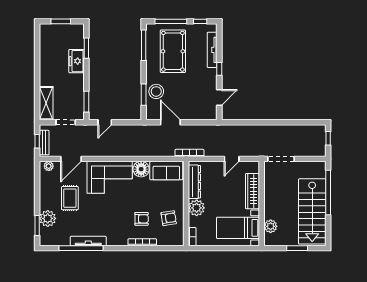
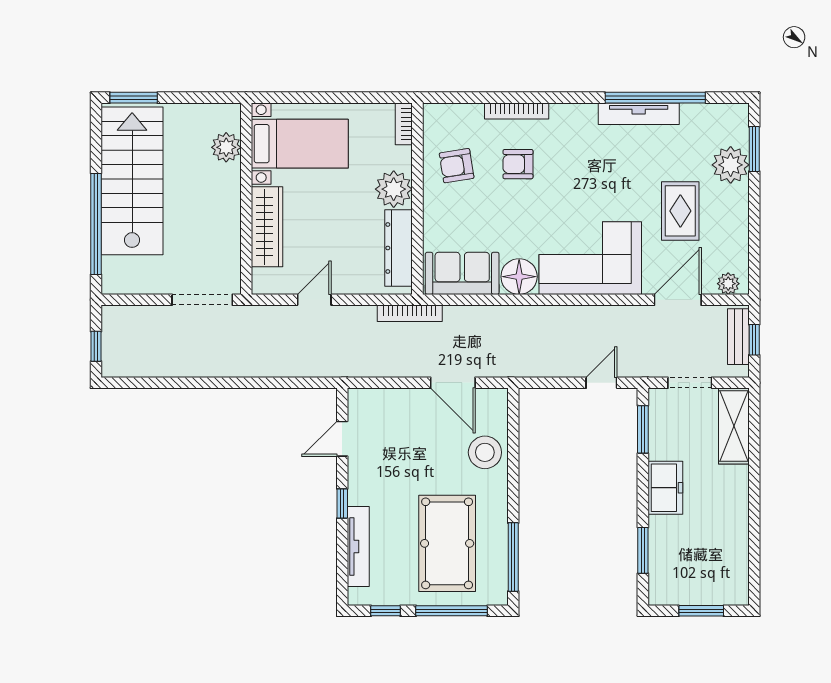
freezer: (77, 61) -> (665, 488), moved
window: (144, 95) -> (513, 445), removed
window: (297, 248) -> (134, 98), moved

